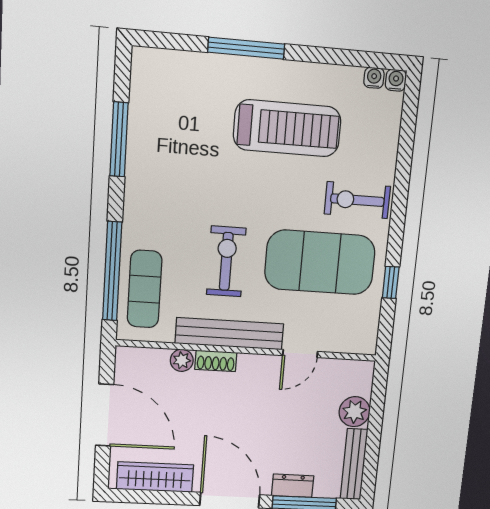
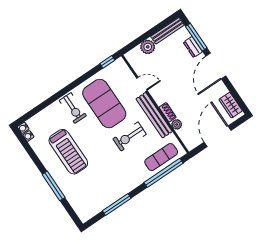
treadmill: (287, 128) -> (68, 152), turned 180
window: (391, 282) -> (107, 62), moved
wardrobe: (155, 477) -> (231, 105), width x0.67

